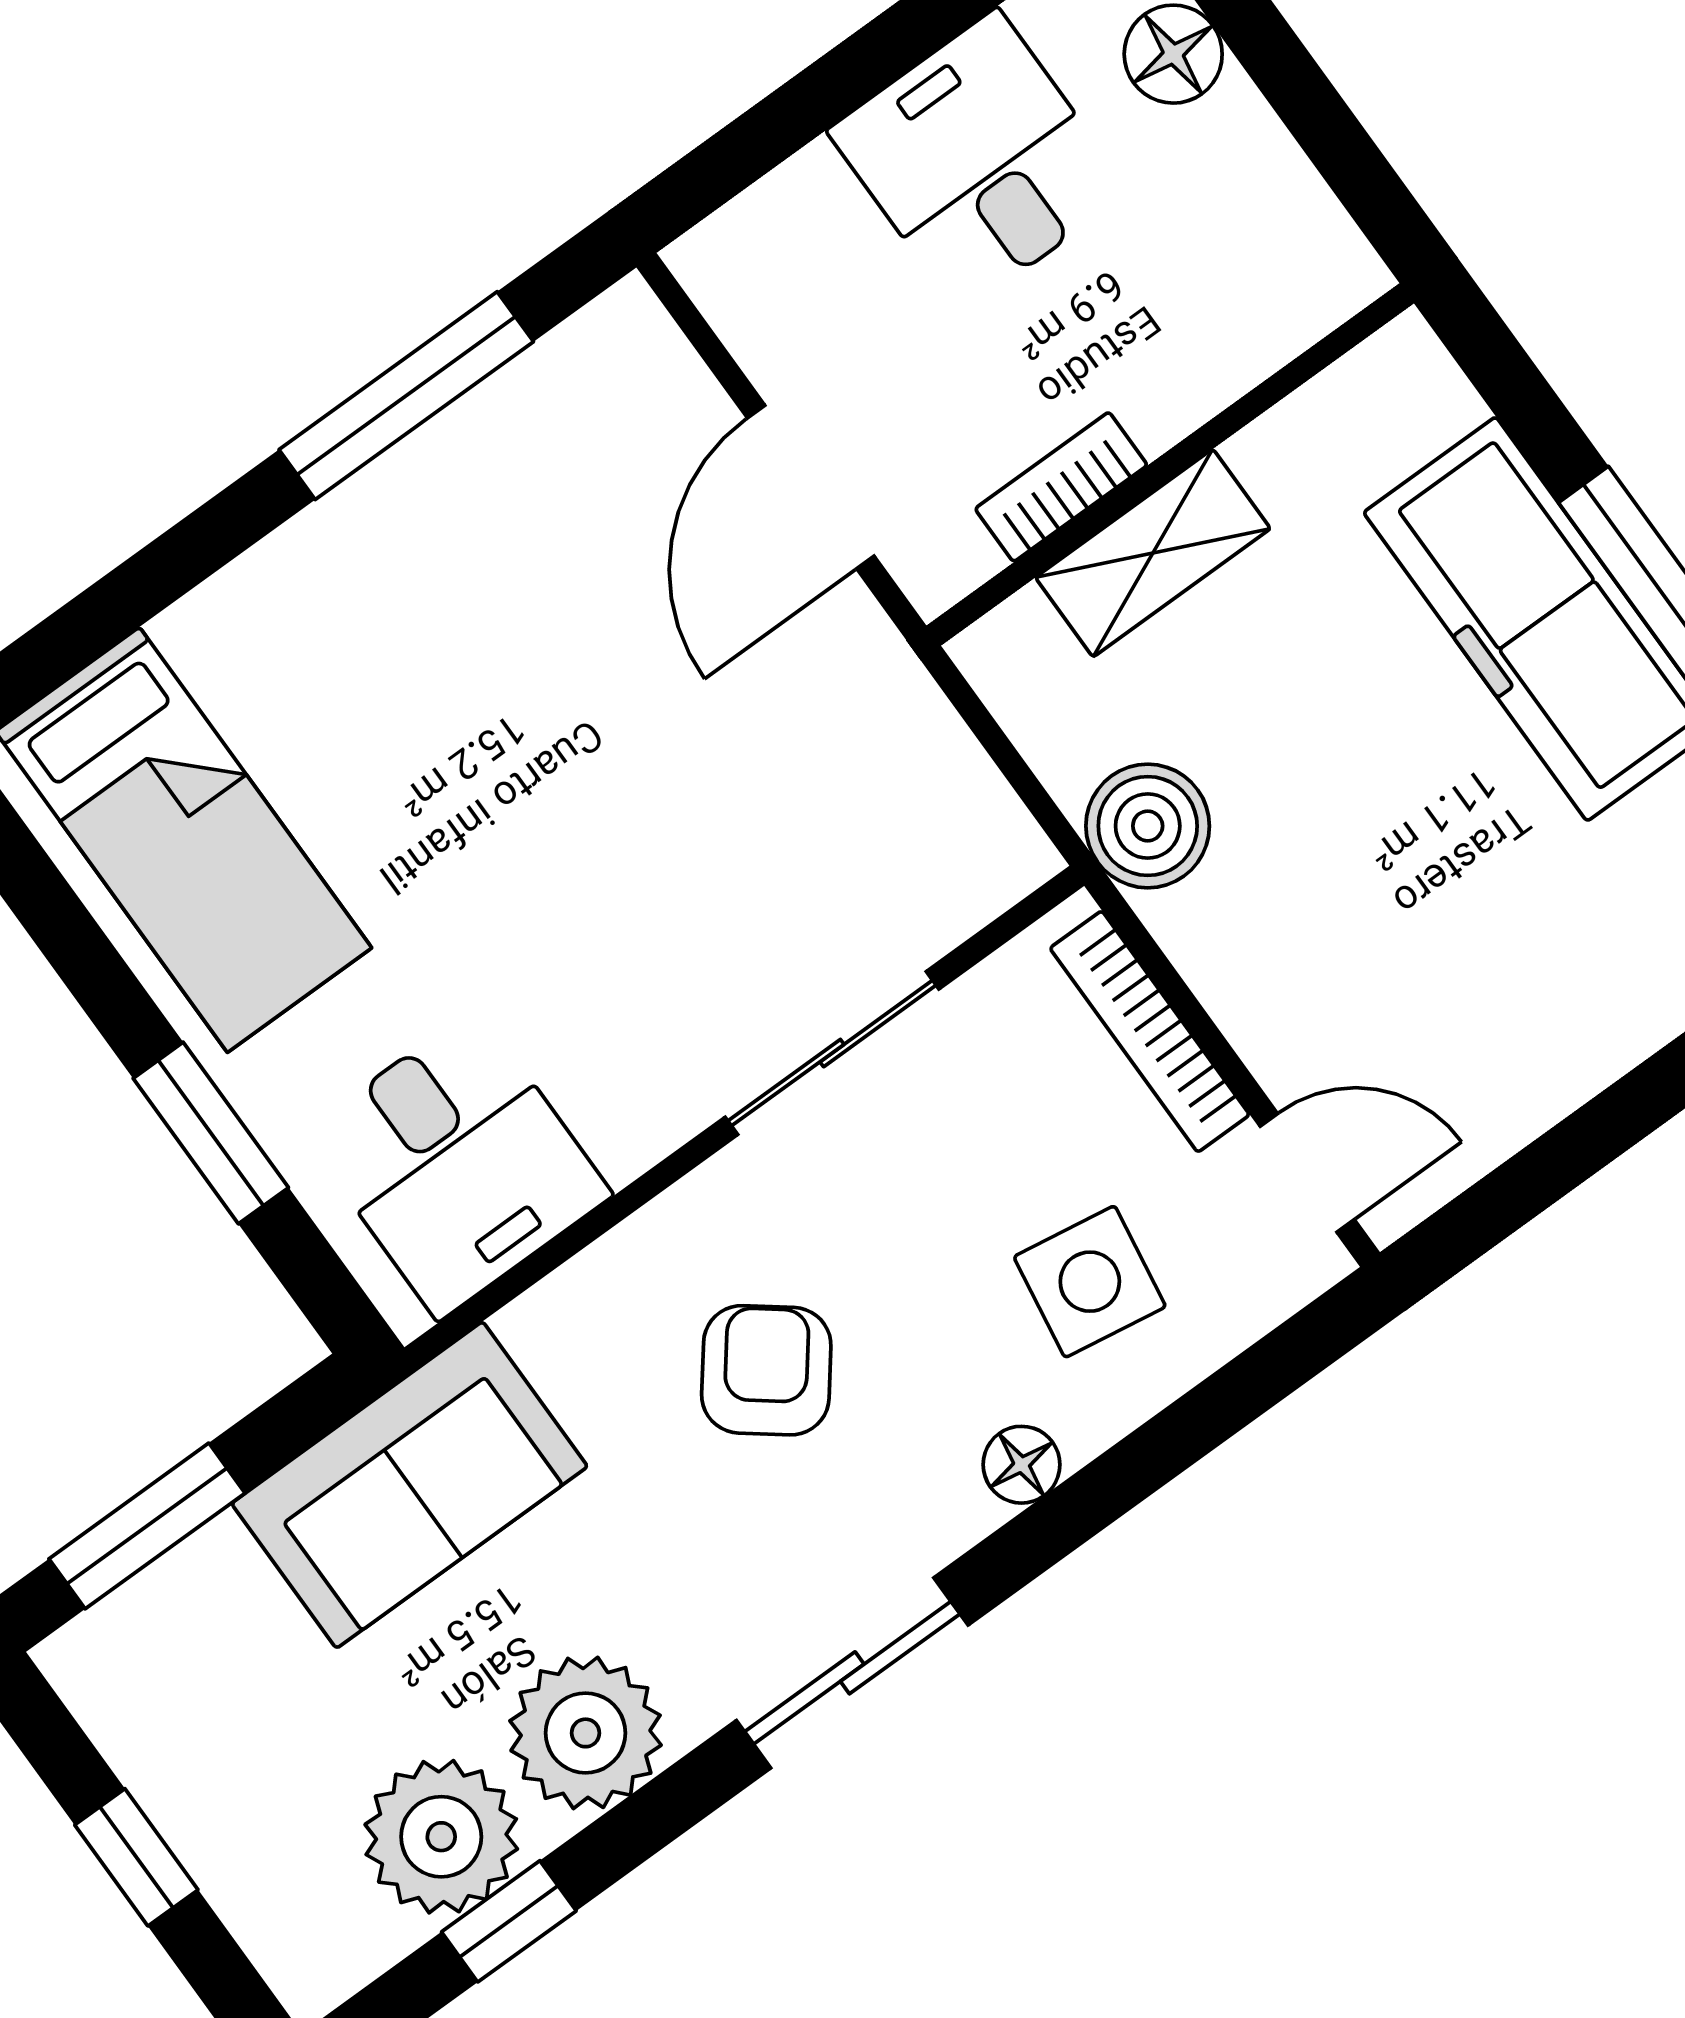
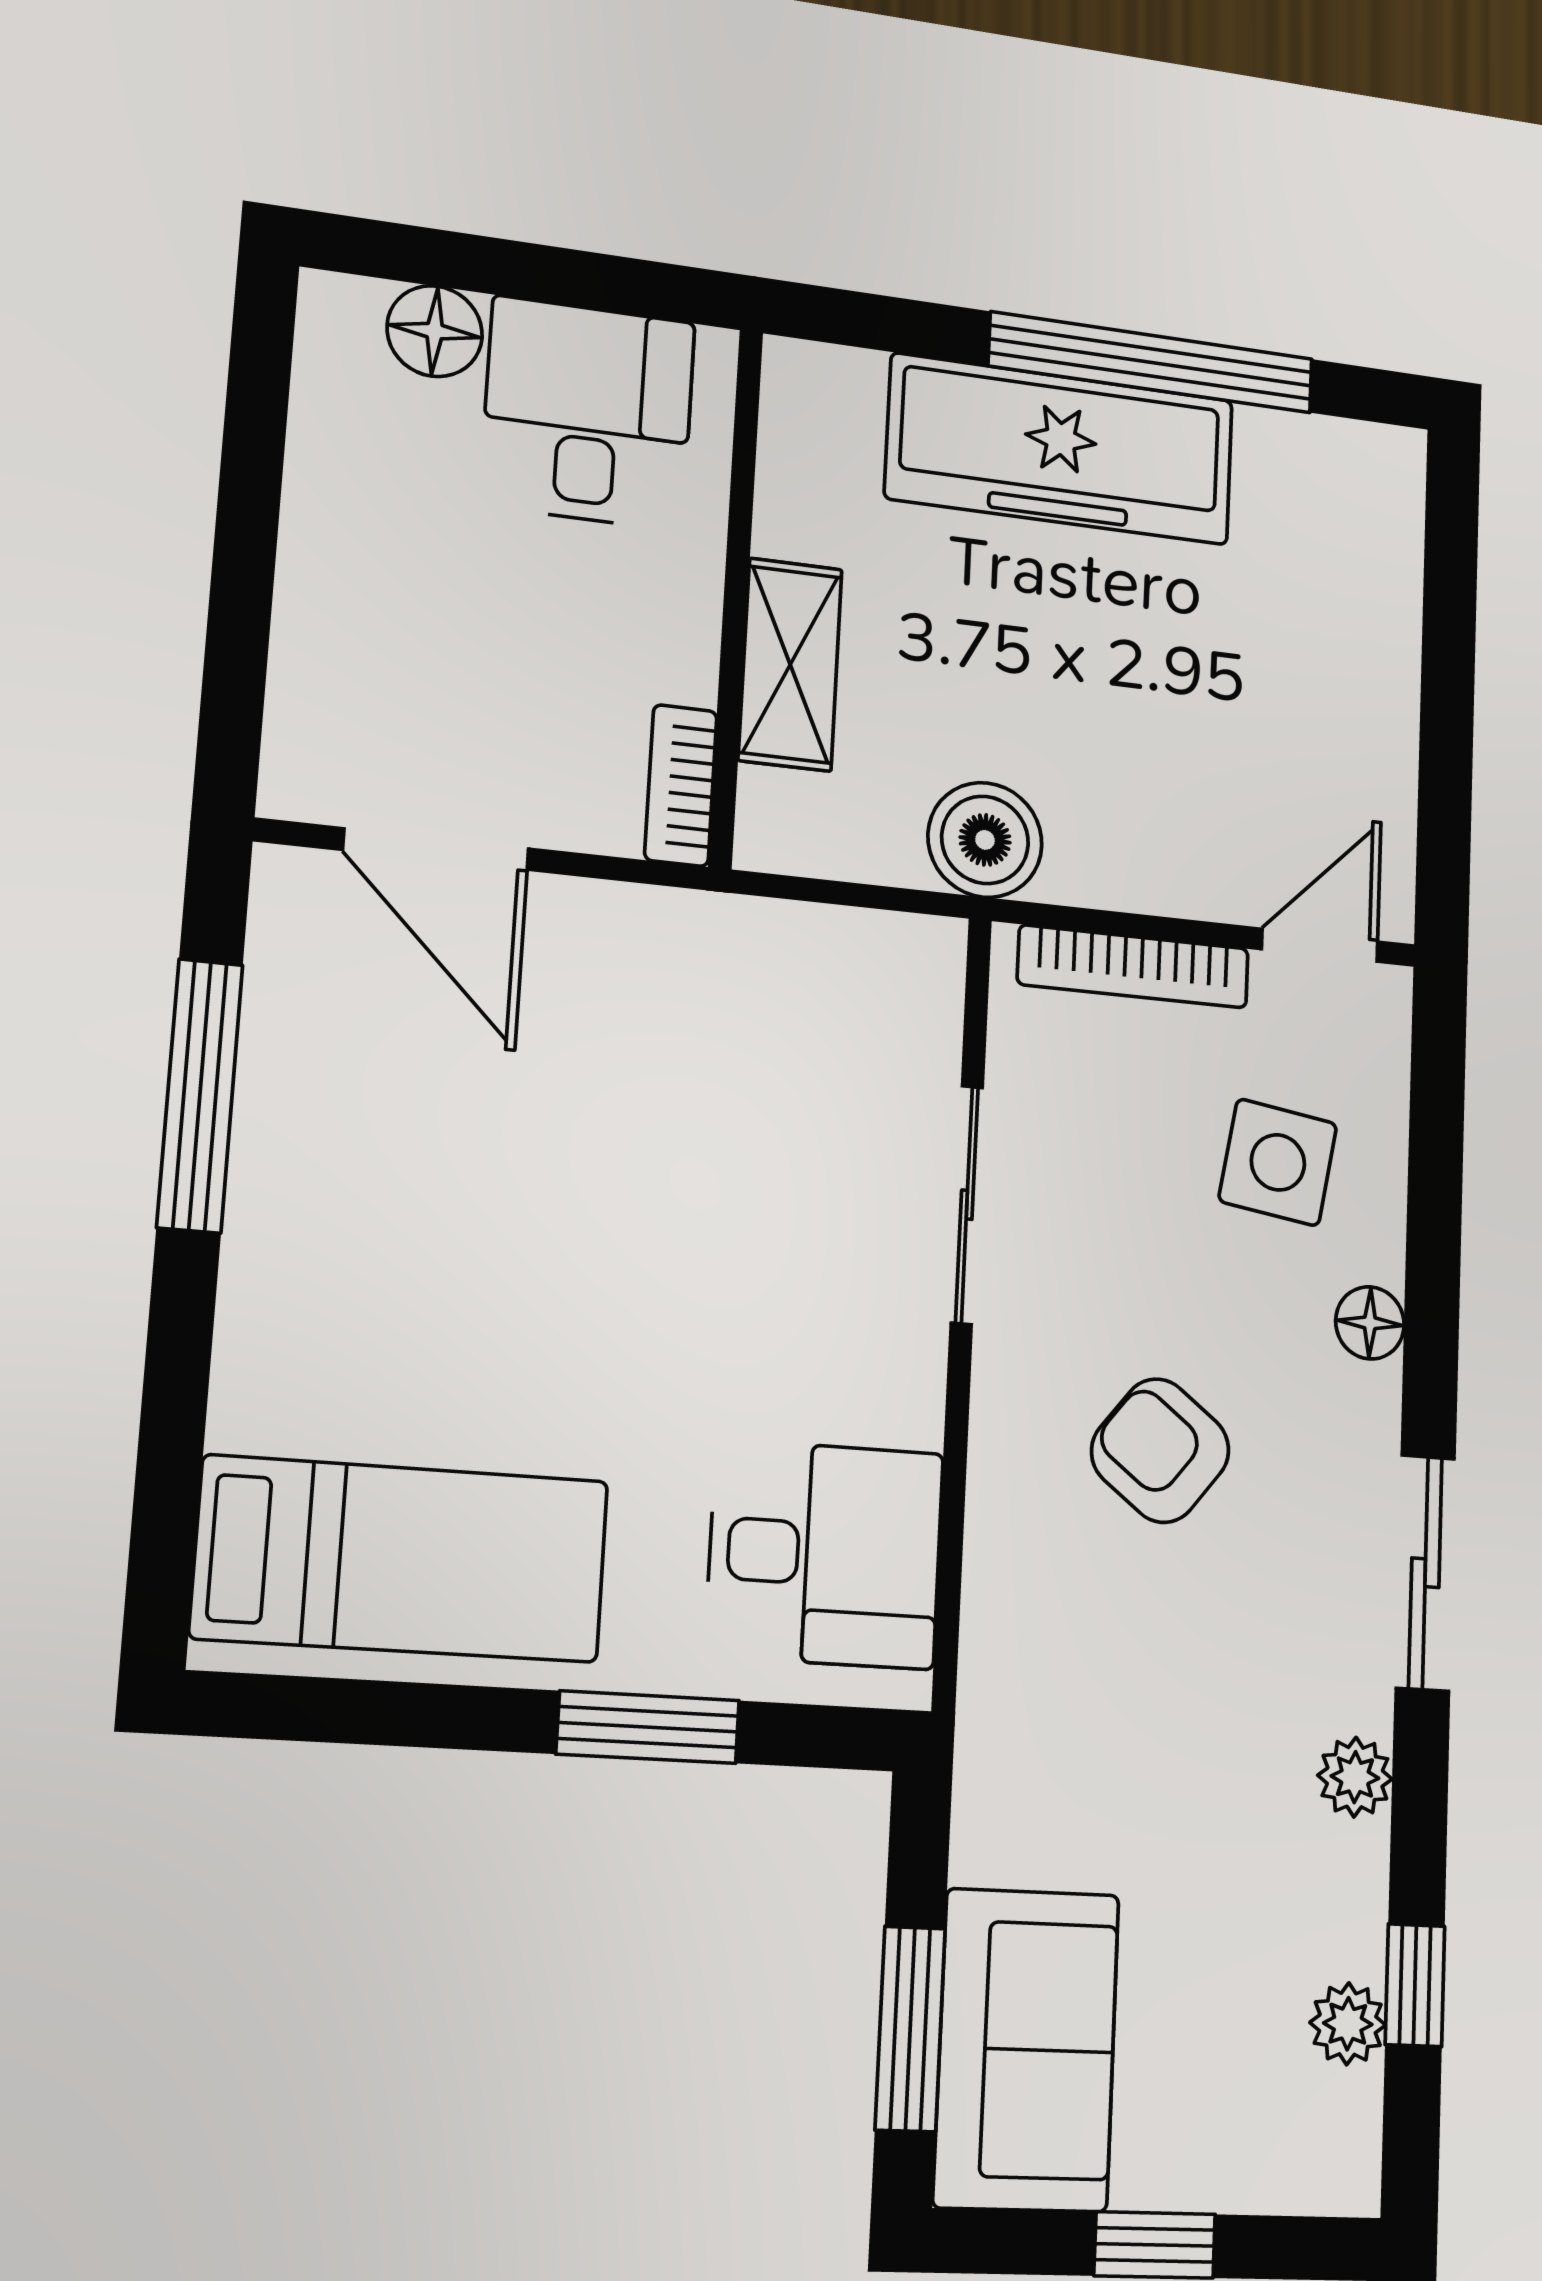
desk: (979, 161) -> (588, 413), moved, turned 90
door: (811, 487) -> (436, 849), moved
bookcase: (1061, 487) -> (681, 785), moved
sofa: (410, 1485) -> (1027, 2050), moved
plant: (586, 1733) -> (1355, 1777), width x0.53, depth x0.53
plant: (441, 1837) -> (1348, 2024), width x0.53, depth x0.53

